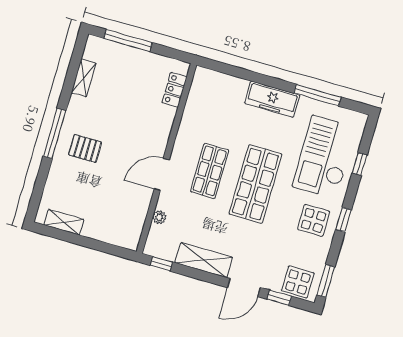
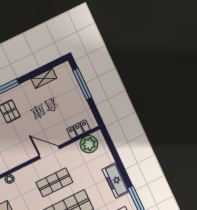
plant: (202, 93) -> (89, 144), added
door: (162, 174) -> (49, 152), moved

